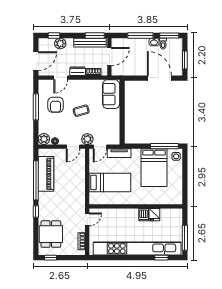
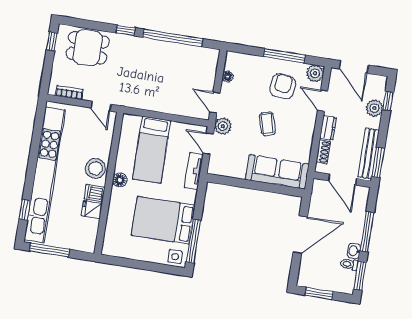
door: (159, 78) -> (300, 235), moved
sofa: (111, 94) -> (277, 172), width x1.36
armchair: (56, 105) -> (283, 86), turned 96
plant: (44, 139) -> (315, 73), moved
piano: (46, 174) -> (180, 55), removed
floor lamp: (133, 200) -> (120, 180), added
stool: (128, 217) -> (95, 168), added

